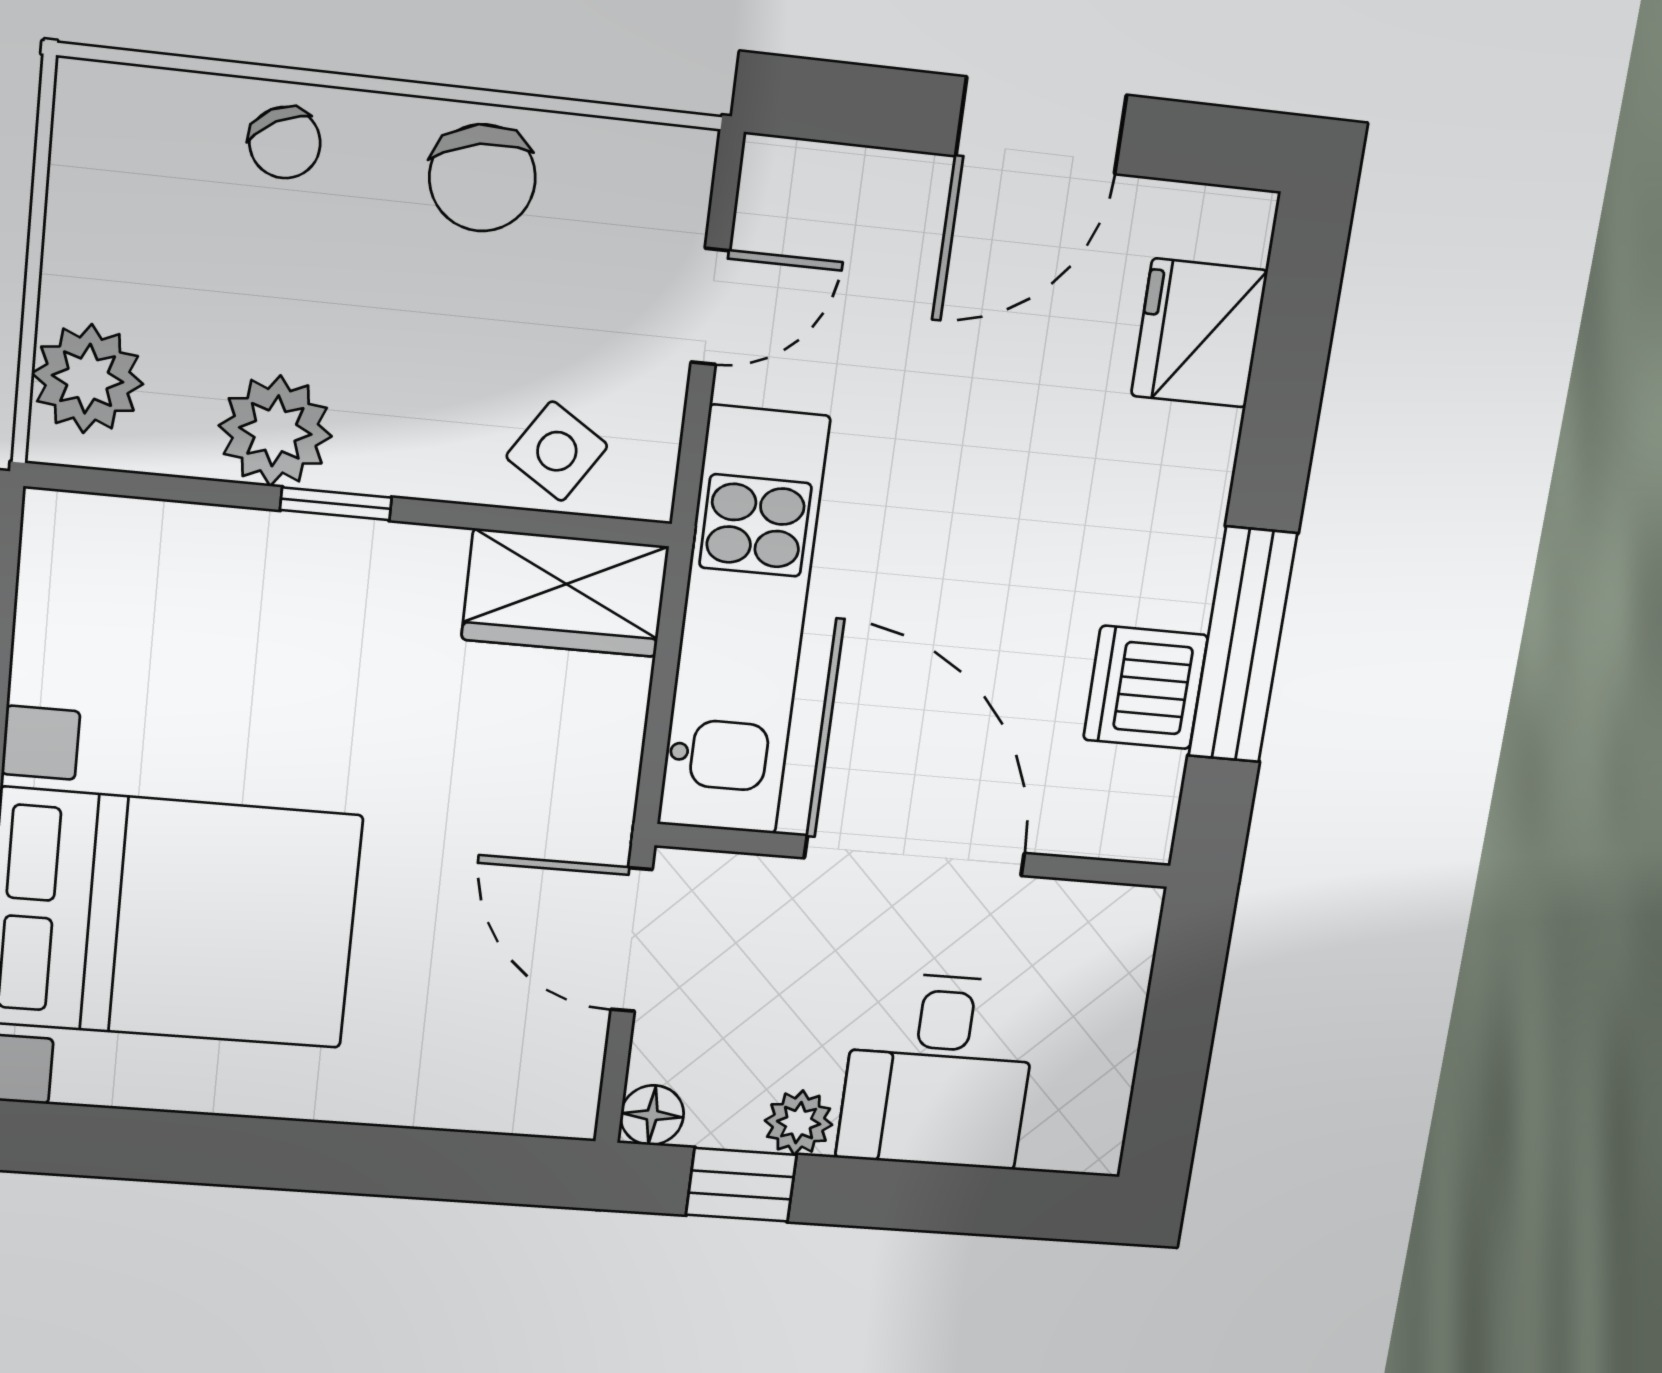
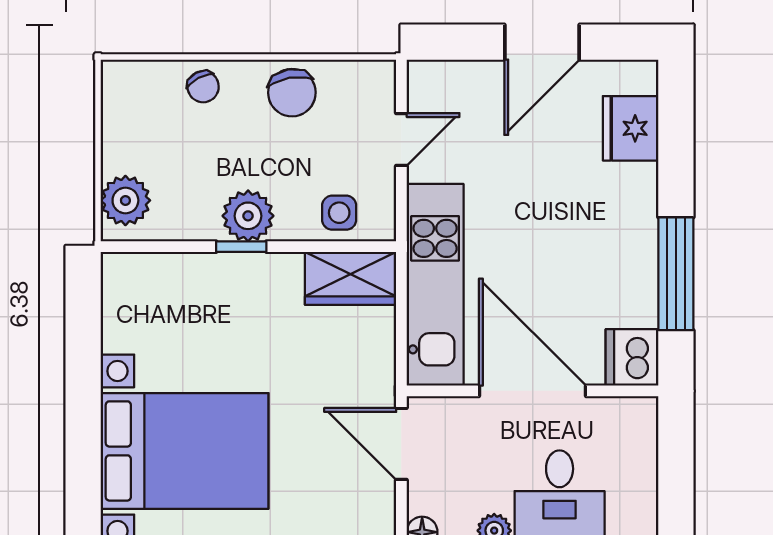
plant: (275, 431) -> (248, 216), moved
side table: (557, 451) -> (339, 213), turned -33
dishwasher: (1145, 687) -> (632, 357), moved

